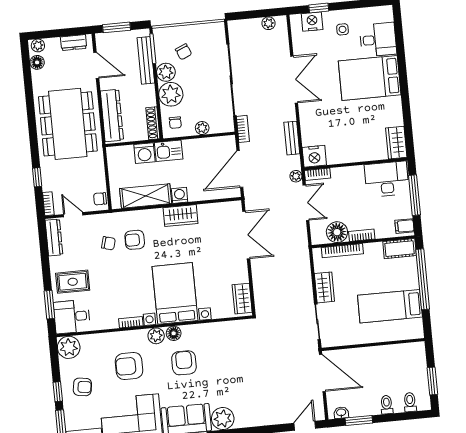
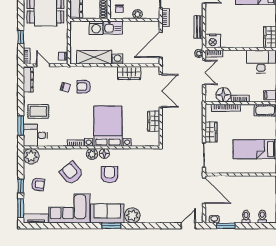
wardrobe: (180, 216) -> (129, 73), moved
wardrobe: (242, 299) -> (154, 121), moved
armchair: (129, 366) -> (71, 173), turned 50

